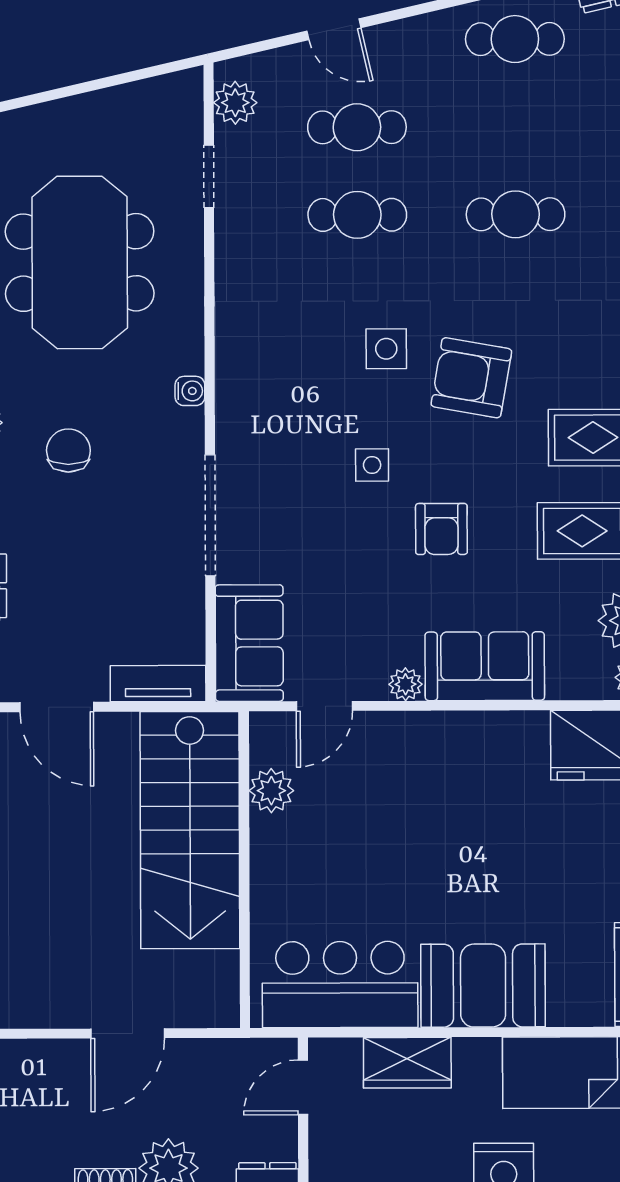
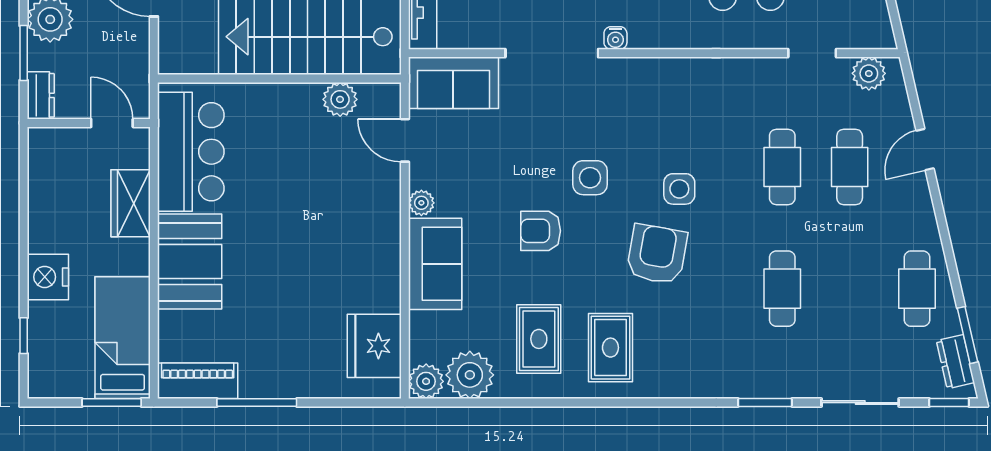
water cooler: (190, 391) -> (615, 38), moved
side table: (372, 465) -> (590, 178), width x1.37, depth x1.37

